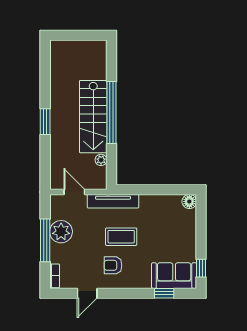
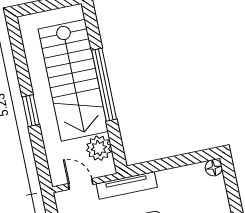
stairs: (93, 117) -> (73, 80), width x1.36, depth x1.51
plant: (101, 160) -> (99, 148), width x1.87, depth x1.87

